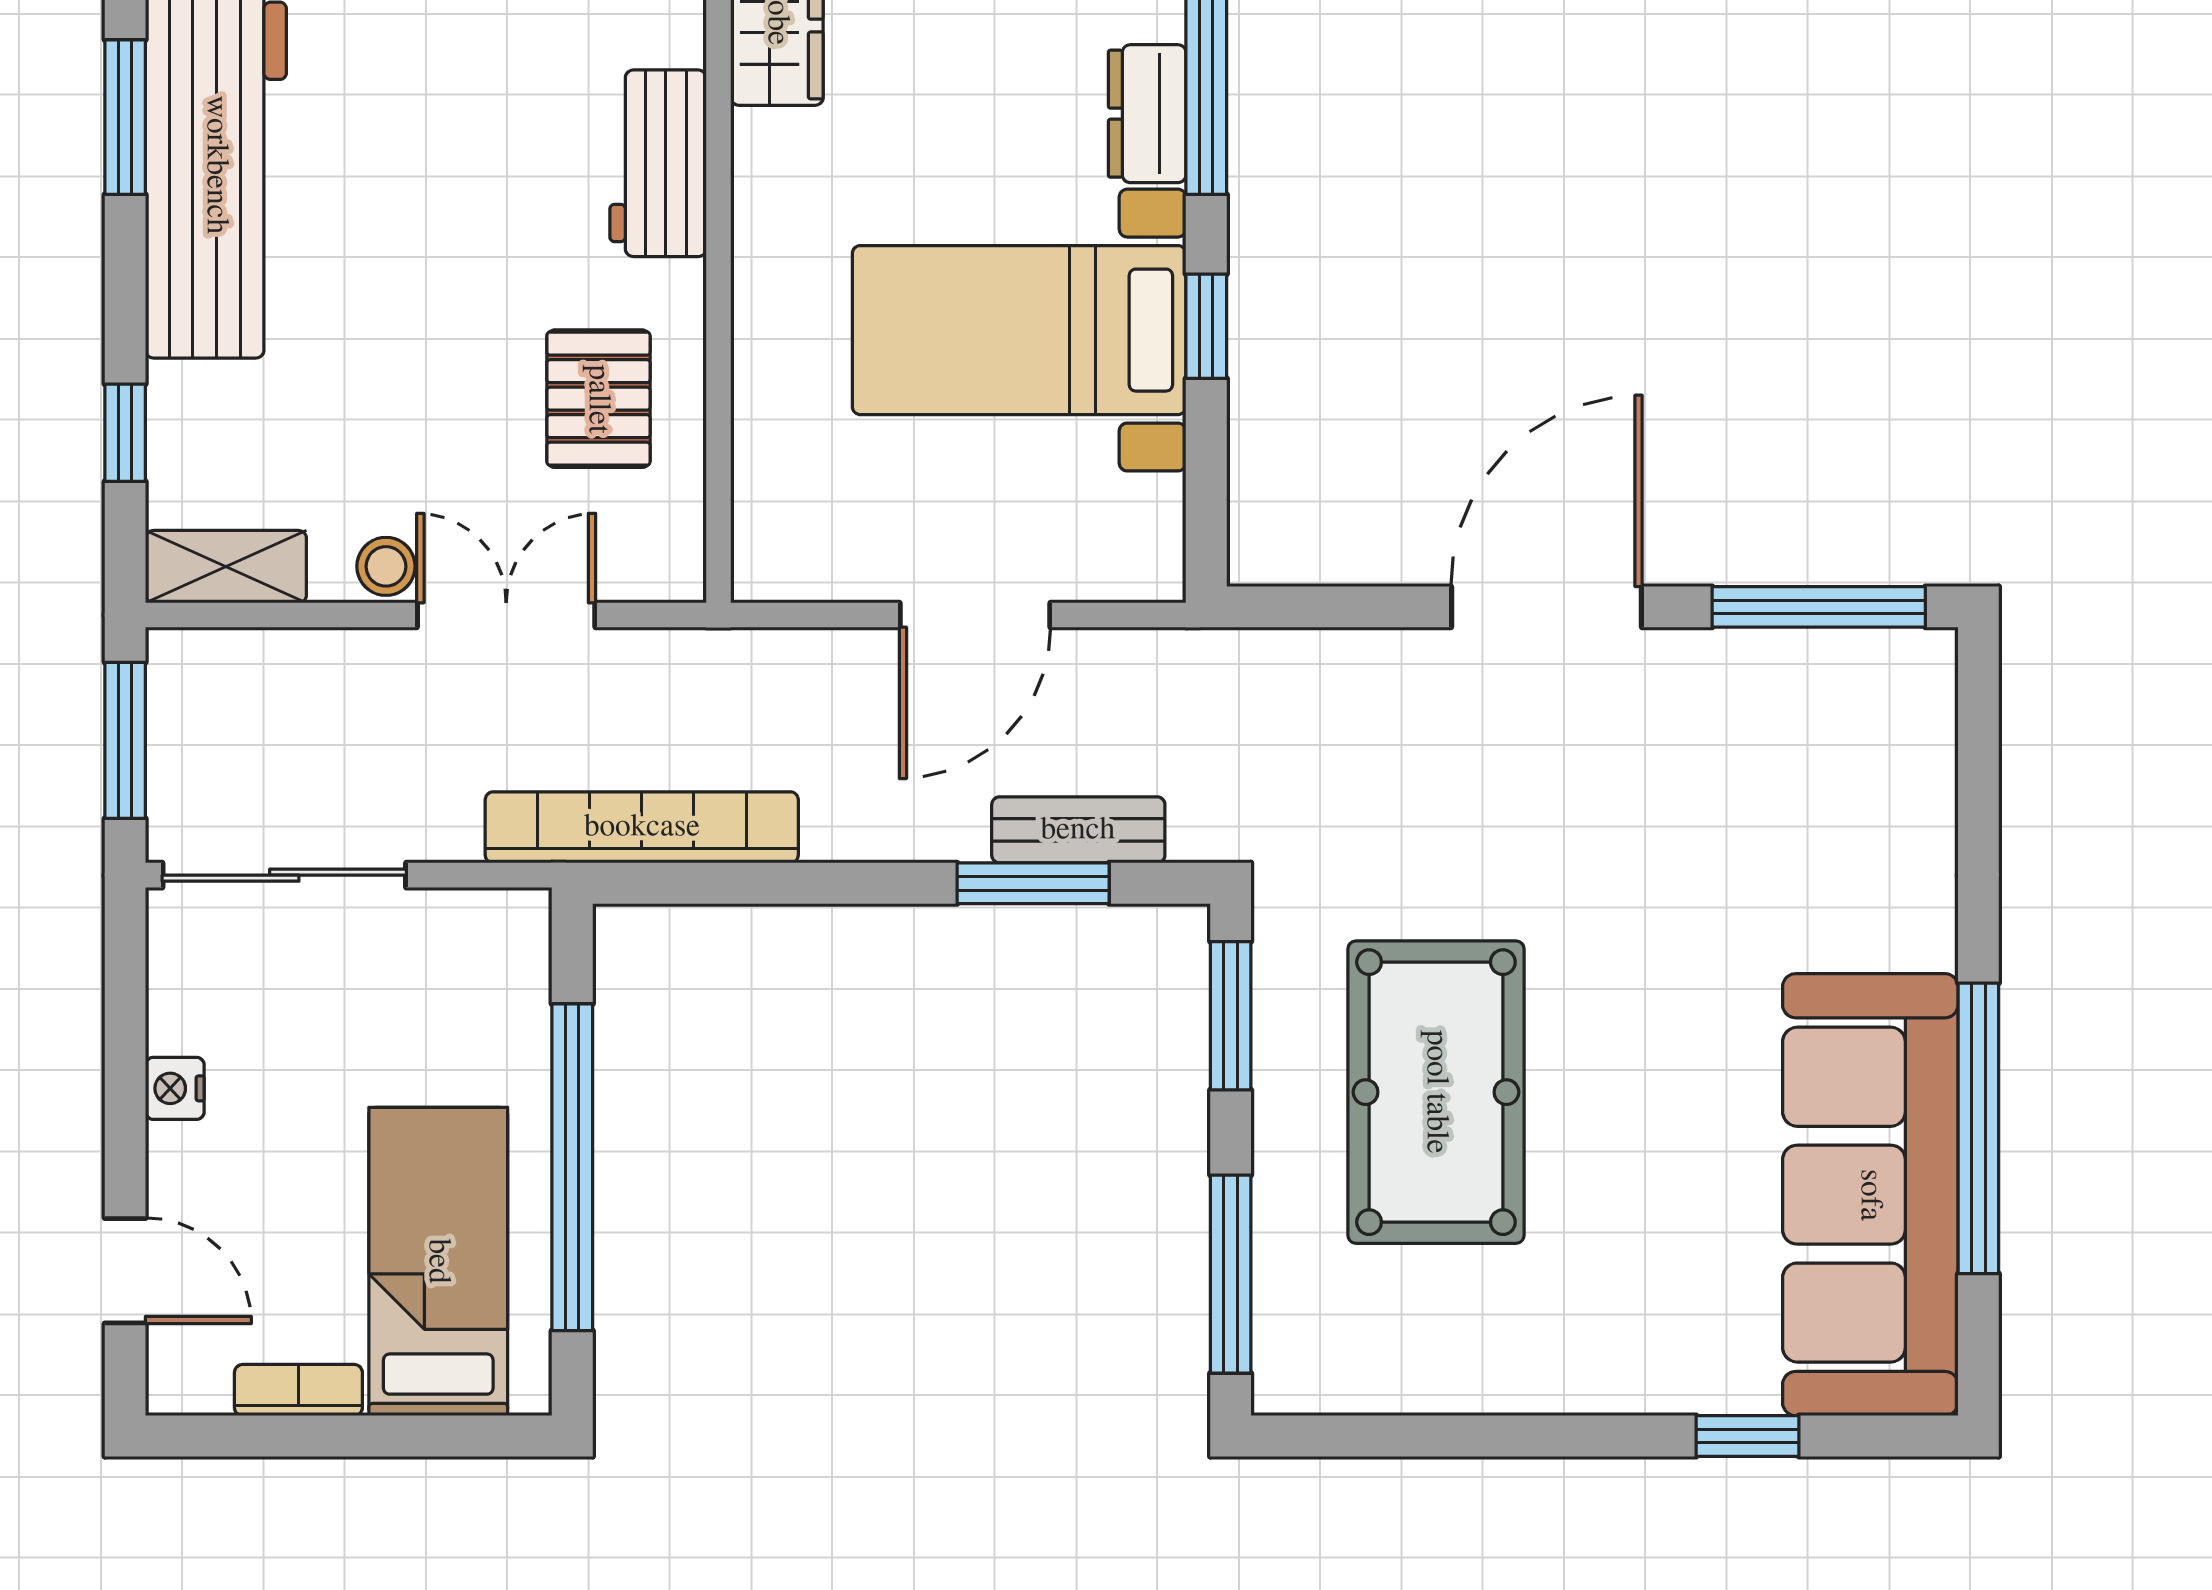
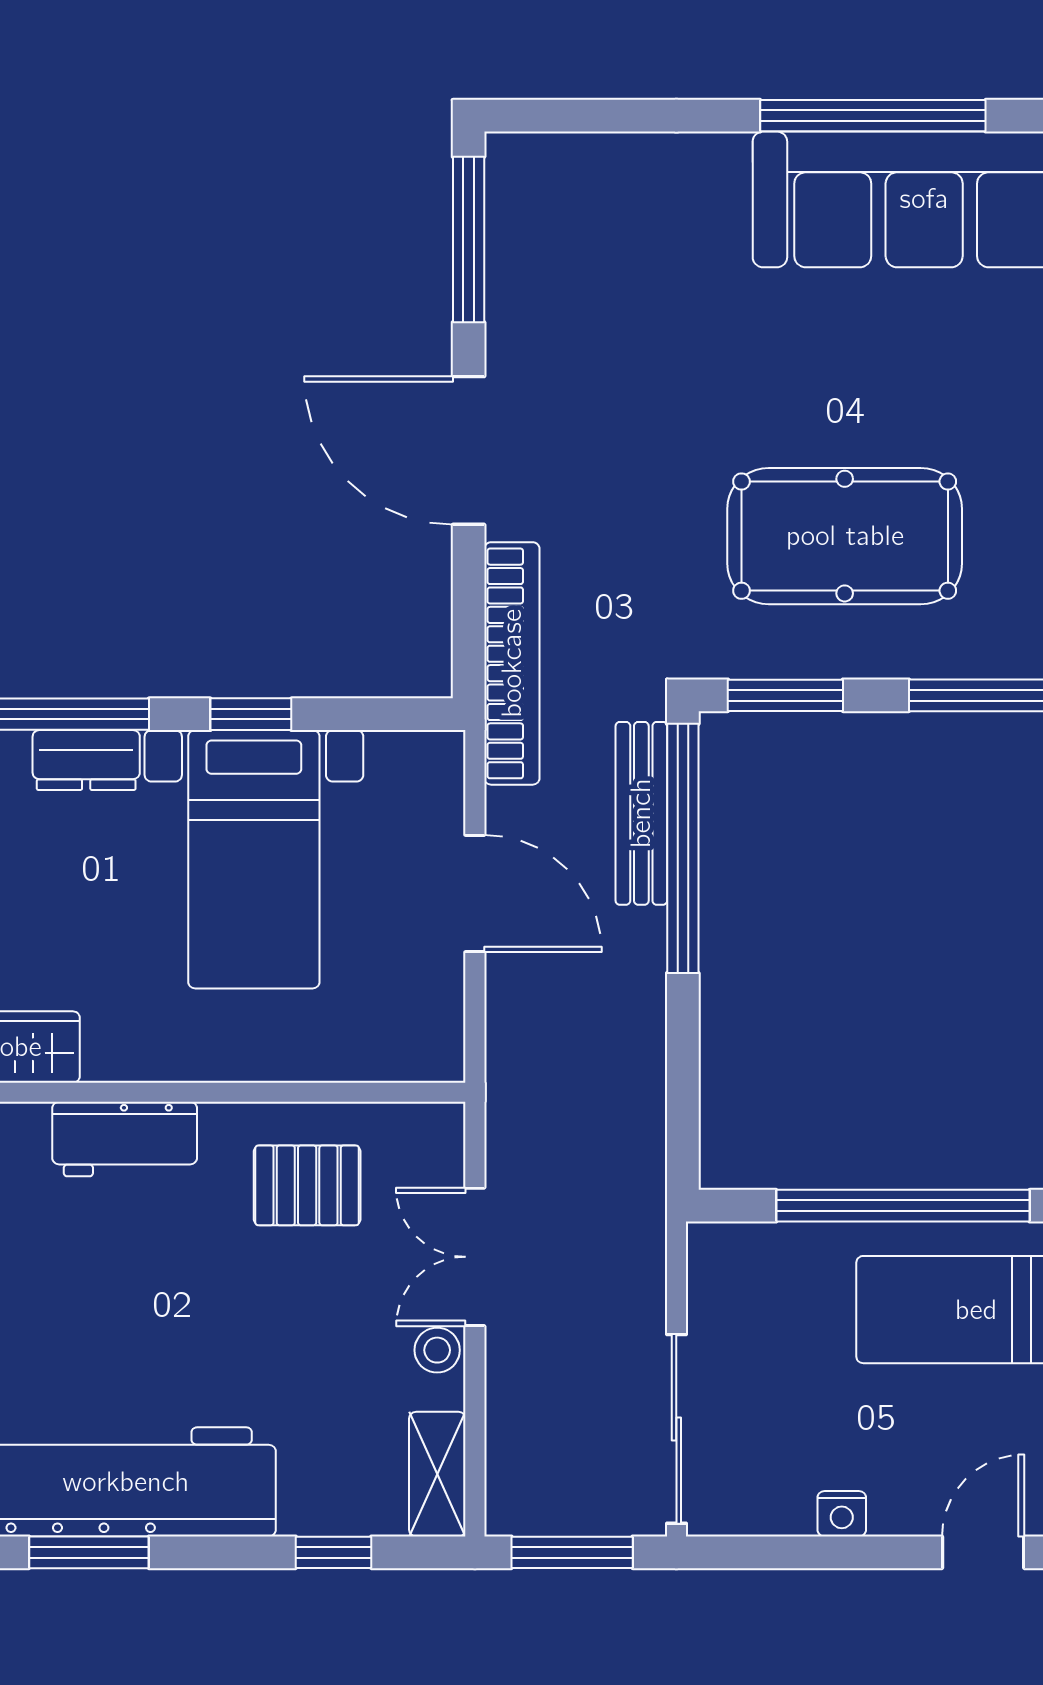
bookcase: (642, 827) -> (512, 663), moved, turned 180
bench: (1078, 830) -> (641, 813), width x1.36
window: (1033, 883) -> (683, 848), width x2.11

